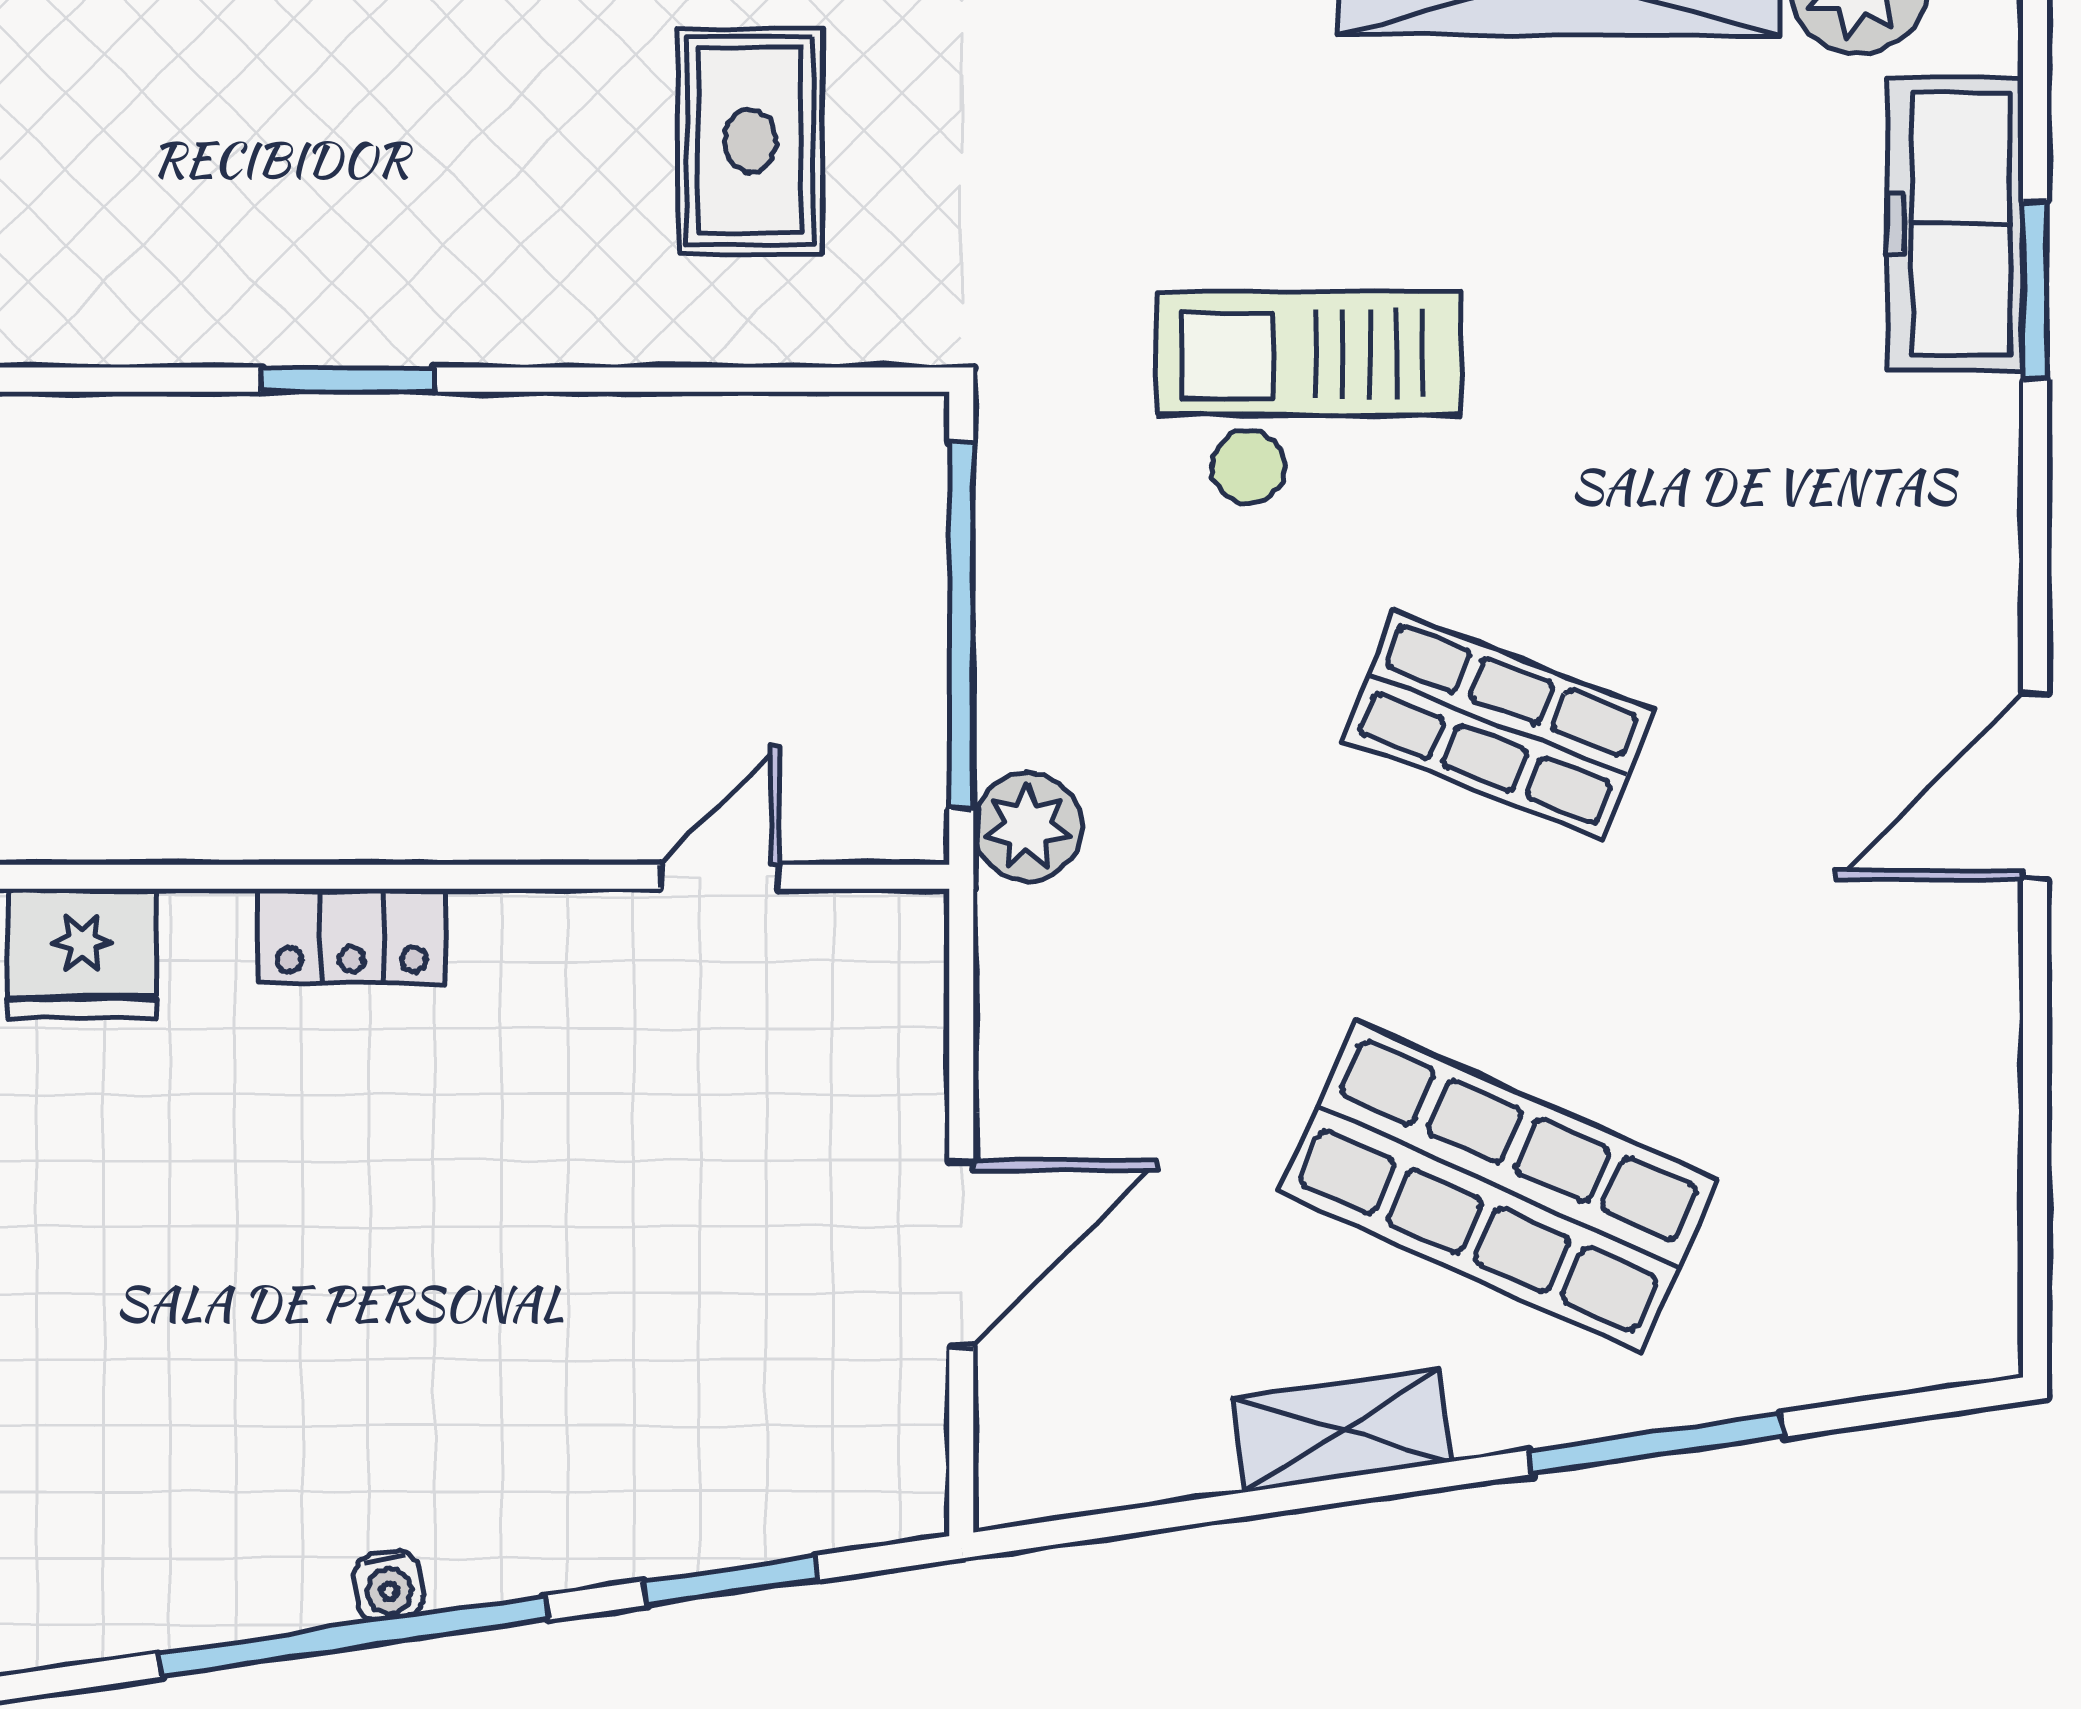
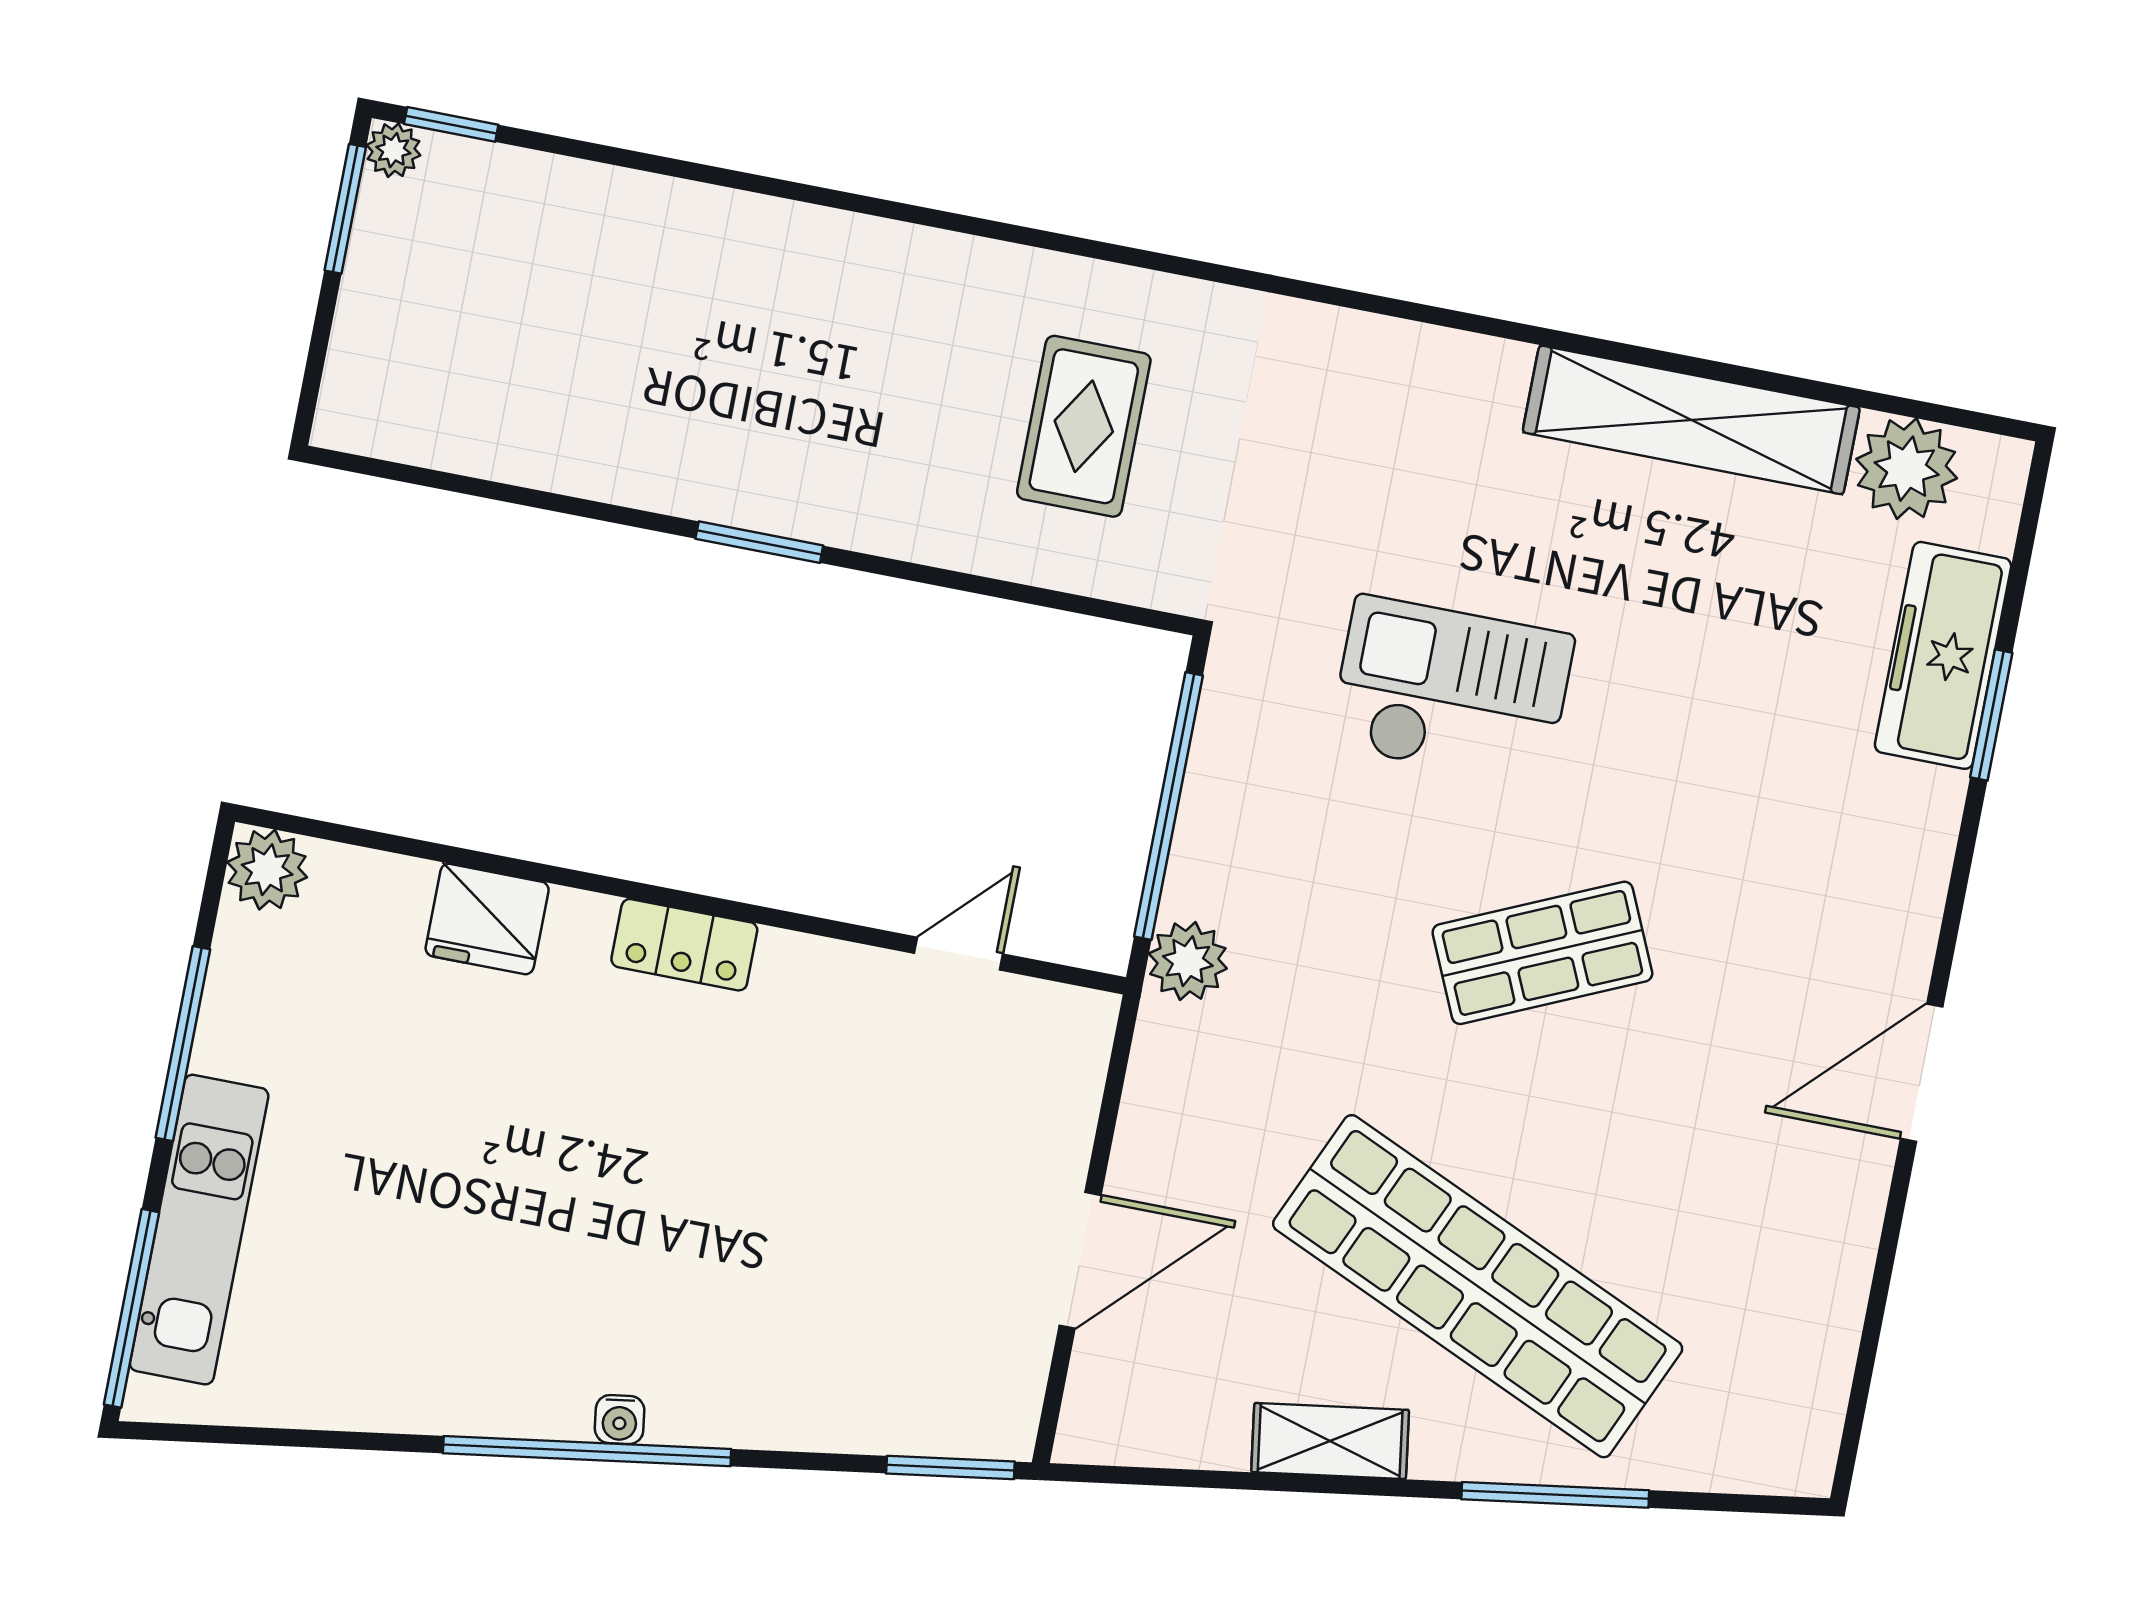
shop shelf: (1498, 724) -> (1542, 953), turned -45
shop shelf: (1498, 1186) -> (1478, 1286), width x1.40
window: (731, 1581) -> (950, 1467), moved

